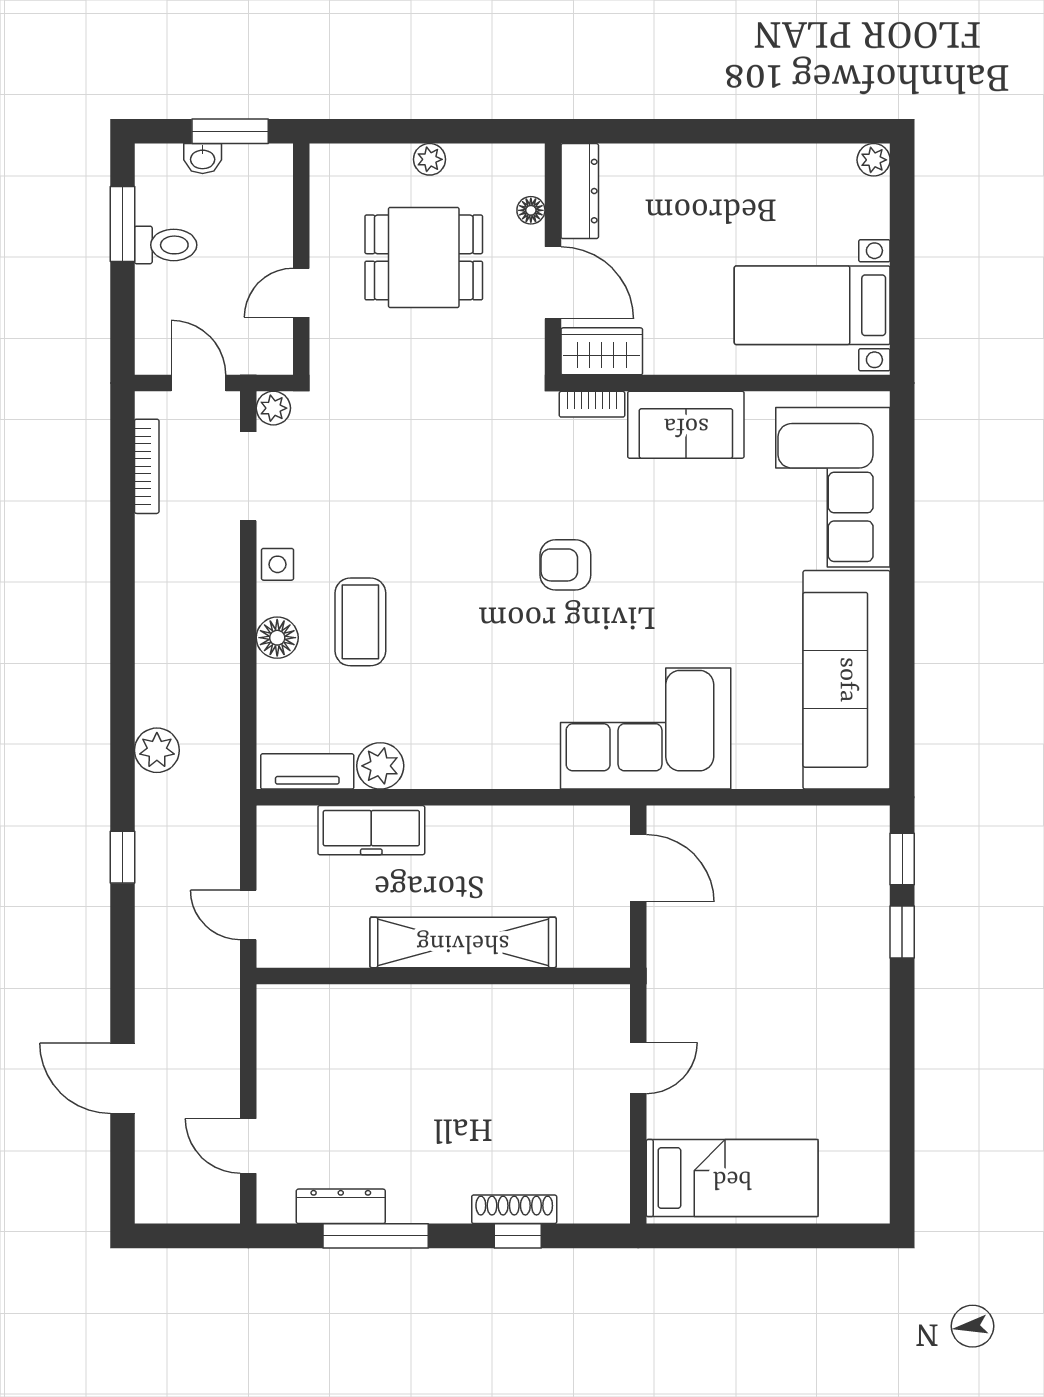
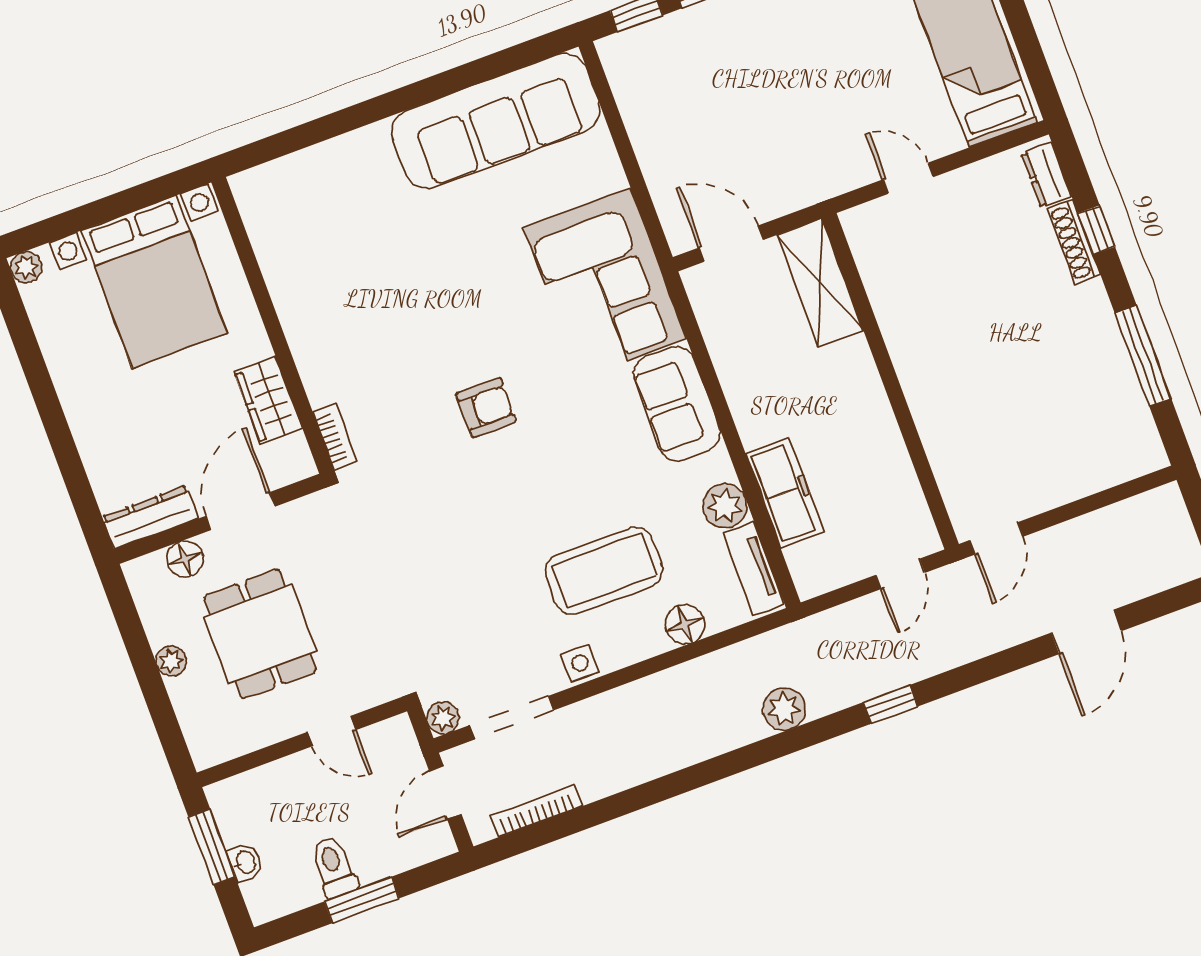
floor lamp: (531, 210) -> (185, 559), width x1.37, depth x1.37
window: (122, 224) -> (362, 900), moved
bed with nightstands: (812, 305) -> (154, 282), width x1.36
wardrobe: (602, 351) -> (268, 400), moved
sofa: (686, 425) -> (677, 404), moved, turned 180
corner sofa: (833, 487) -> (330, 196), removed
armchair: (565, 565) -> (486, 408), turned -90
coffee table: (360, 622) -> (604, 571), width x1.36, depth x1.32
floor lamp: (277, 638) -> (685, 624), moved
door: (638, 868) -> (731, 244), hinge flipped
shelving: (463, 942) -> (820, 283), moved, width x0.68
door: (248, 1146) -> (996, 538), moved
dresser: (341, 1206) -> (1046, 175), moved, width x0.70

